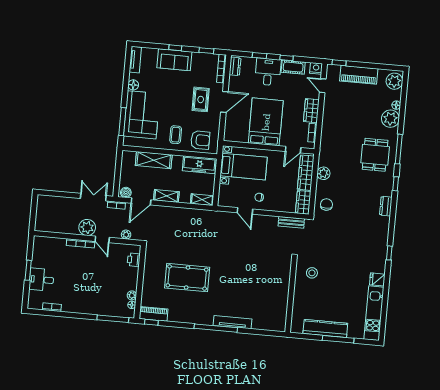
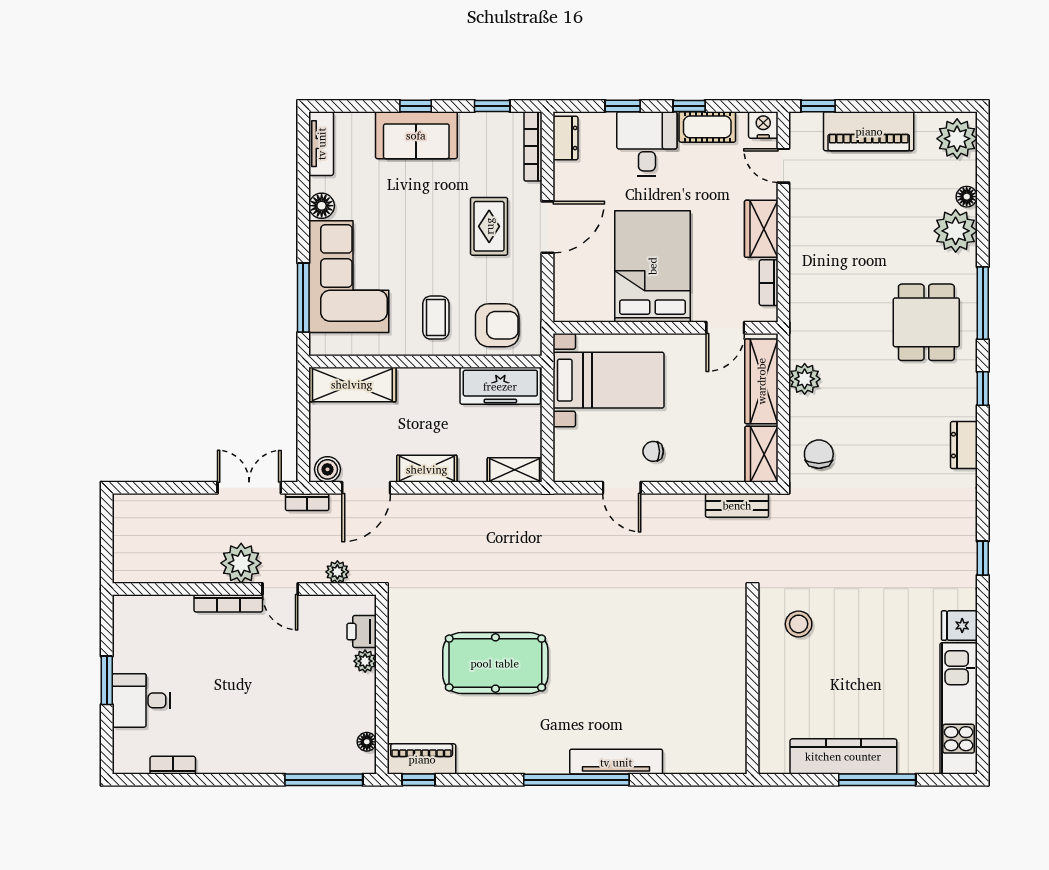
shelving: (154, 160) -> (352, 384), moved
plant: (132, 295) -> (365, 661), moved

